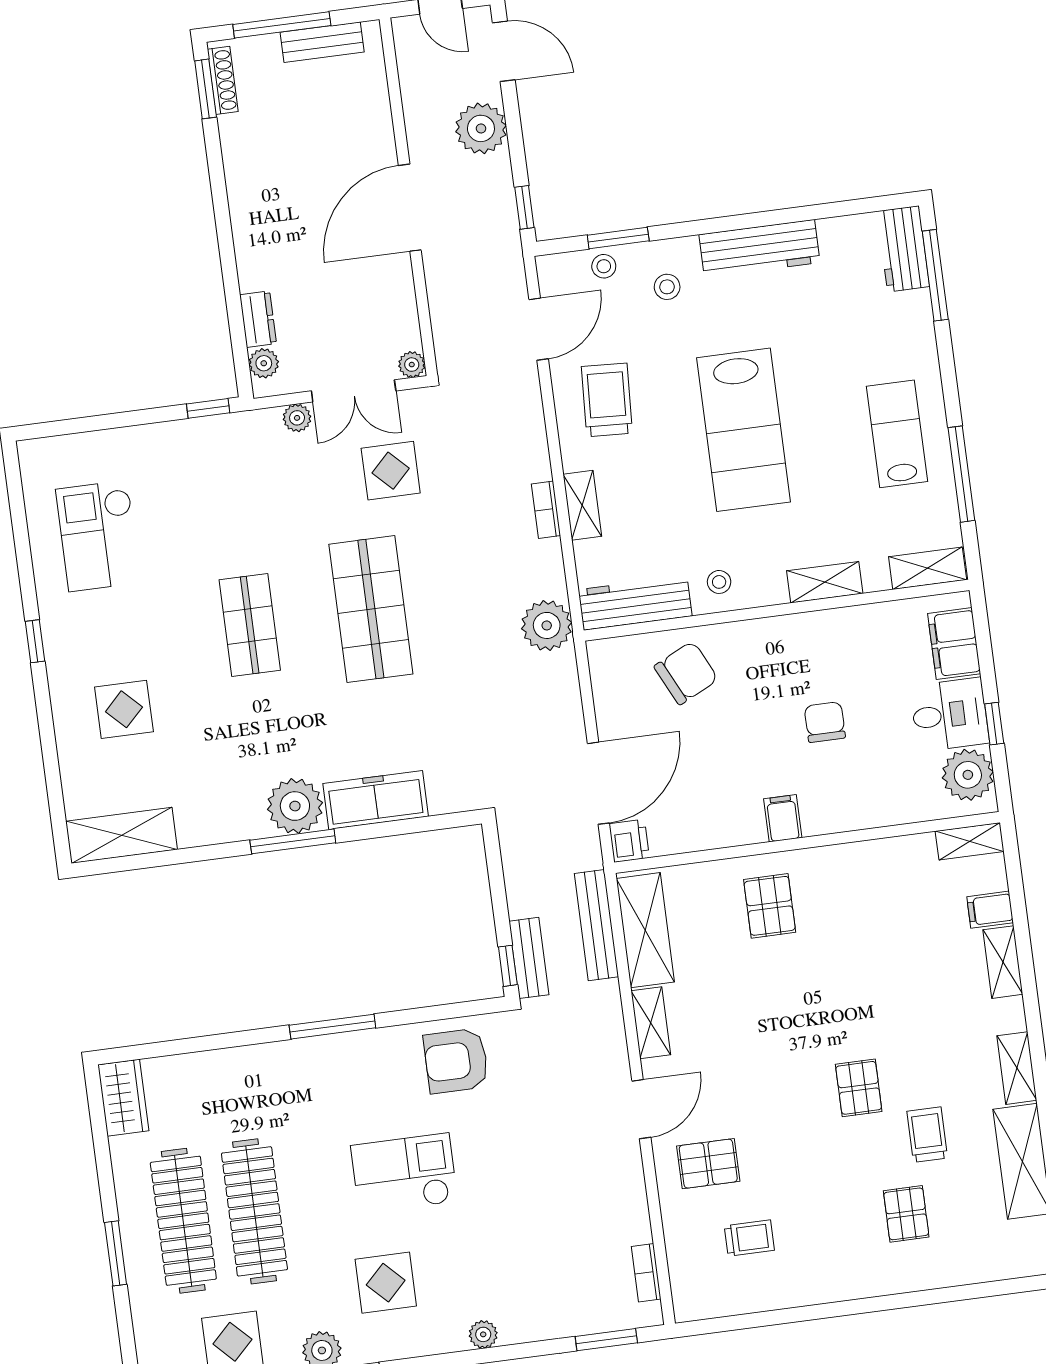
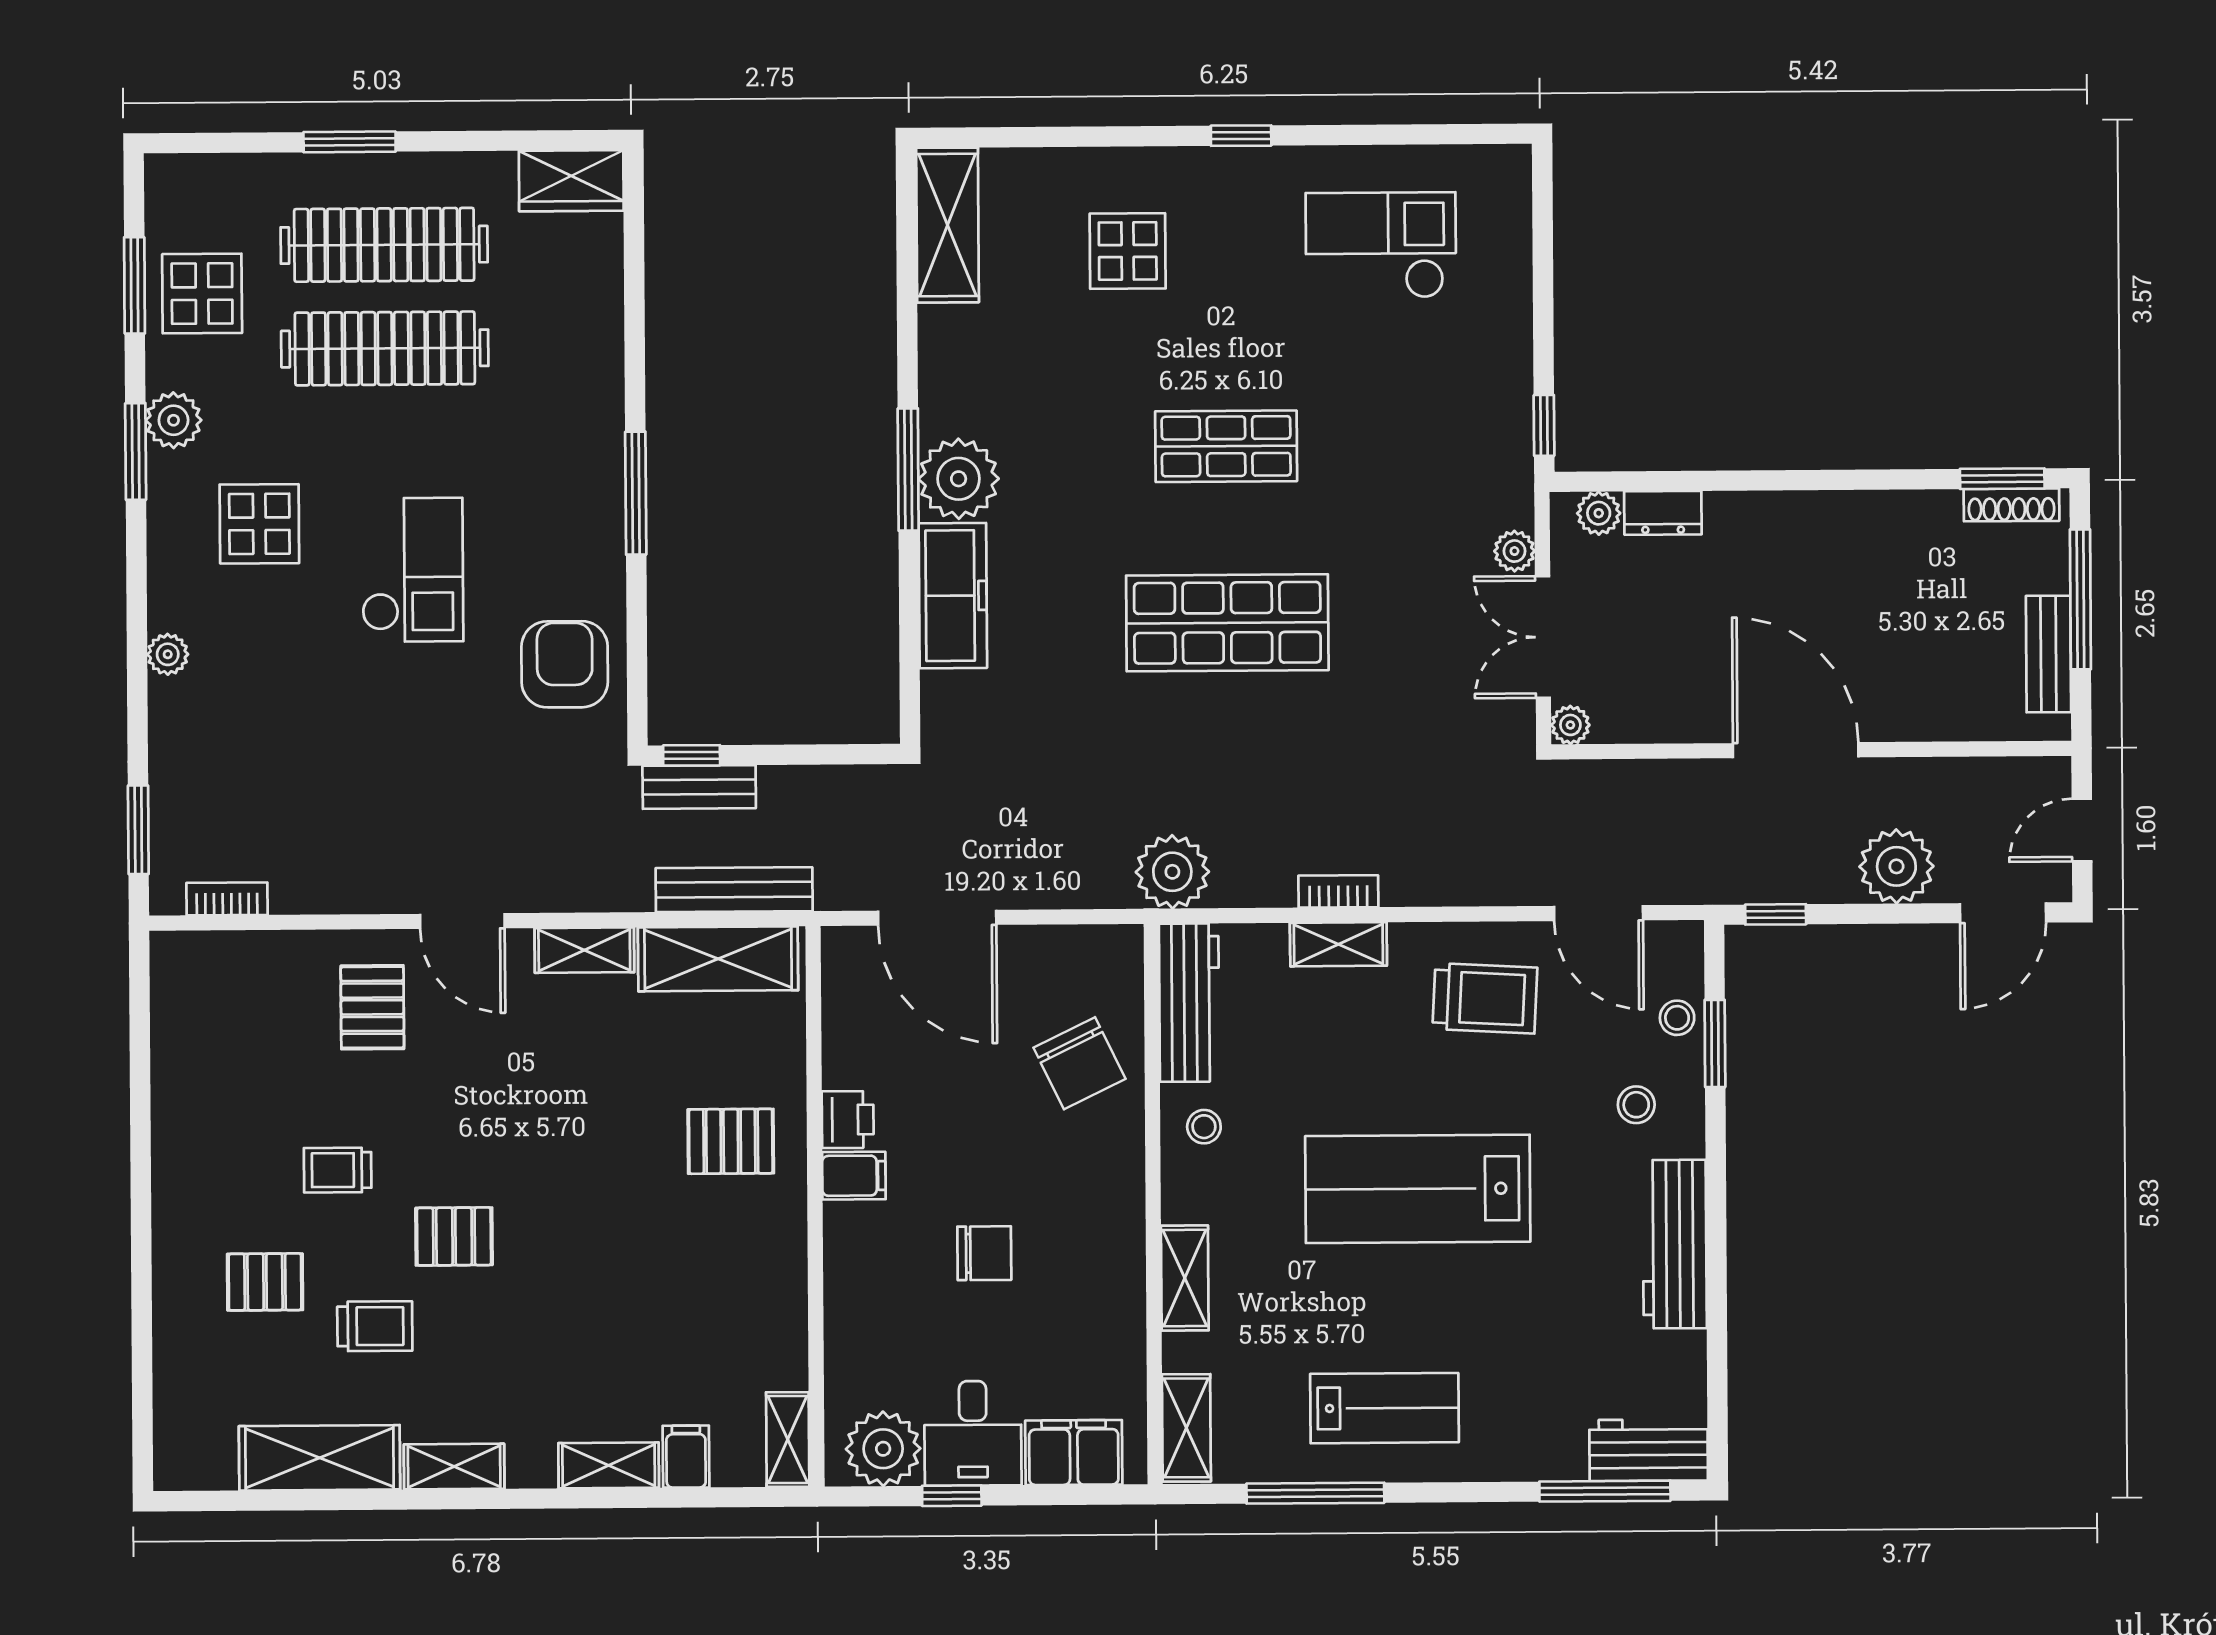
display table: (391, 471) -> (1422, 676), removed
printer: (629, 841) -> (848, 1120), moved, turned -90
trolley: (749, 1238) -> (338, 1170), moved, turned 90

